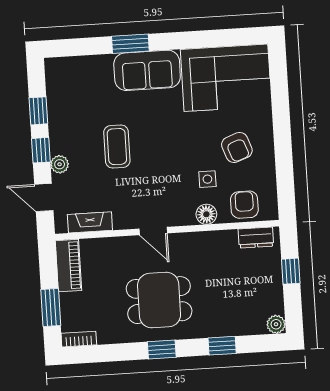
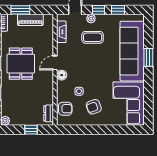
sofa: (147, 70) -> (132, 51), width x1.85, depth x1.27
coffee table: (117, 147) -> (93, 37), moved
floor lamp: (206, 214) -> (62, 75), moved
piano: (68, 266) -> (30, 20), moved

